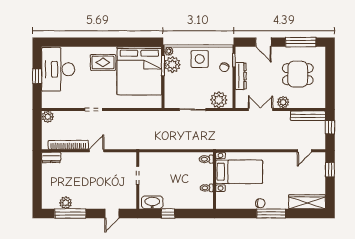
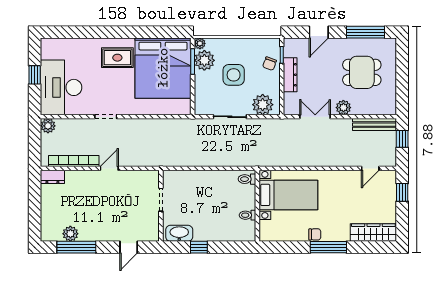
door: (263, 42) -> (319, 32), hinge flipped
side table: (200, 59) -> (234, 75), moved
desk: (58, 69) -> (61, 87), moved

